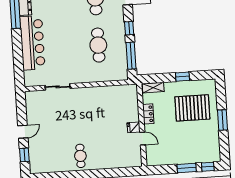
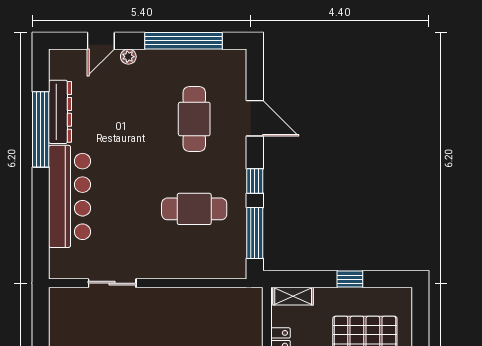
cafe table: (98, 45) -> (194, 209), turned 90

